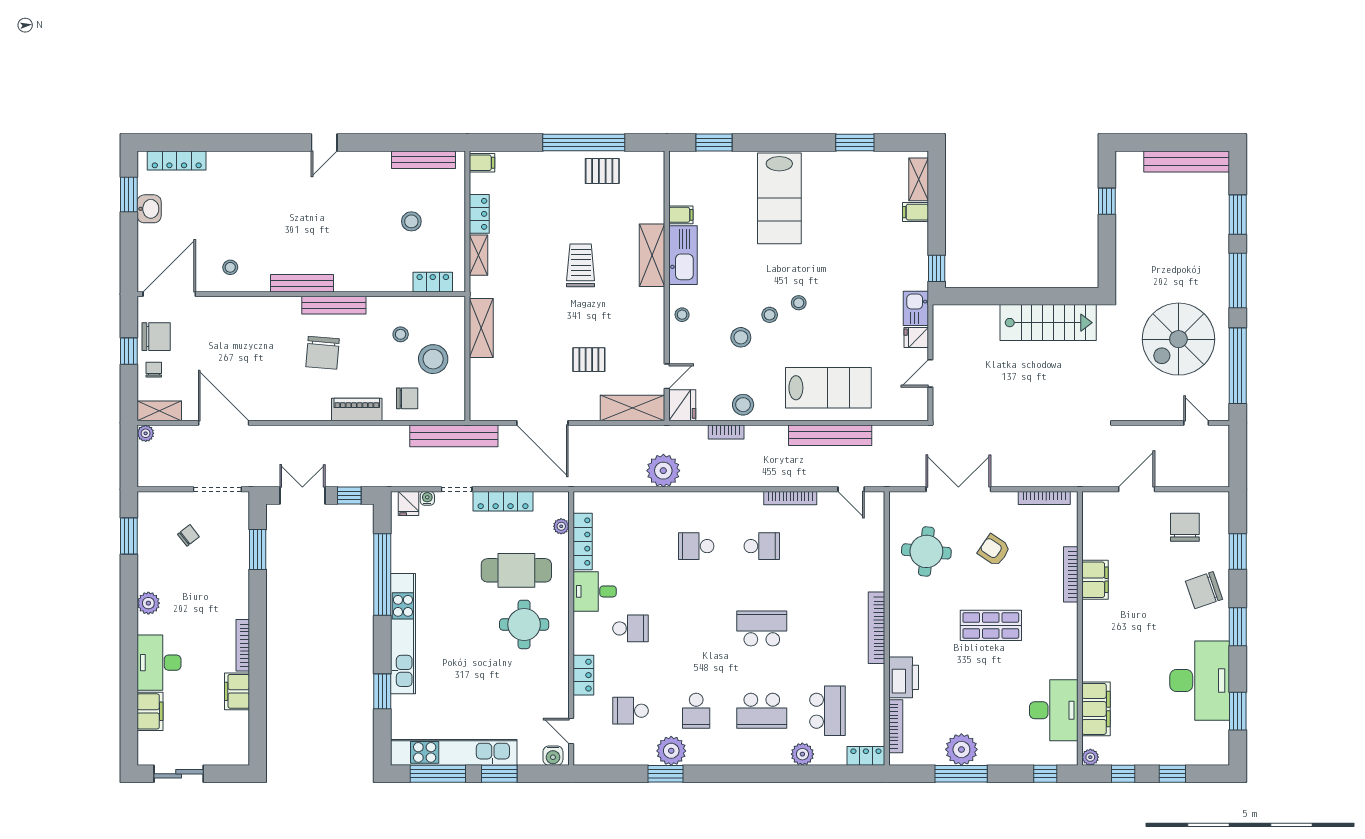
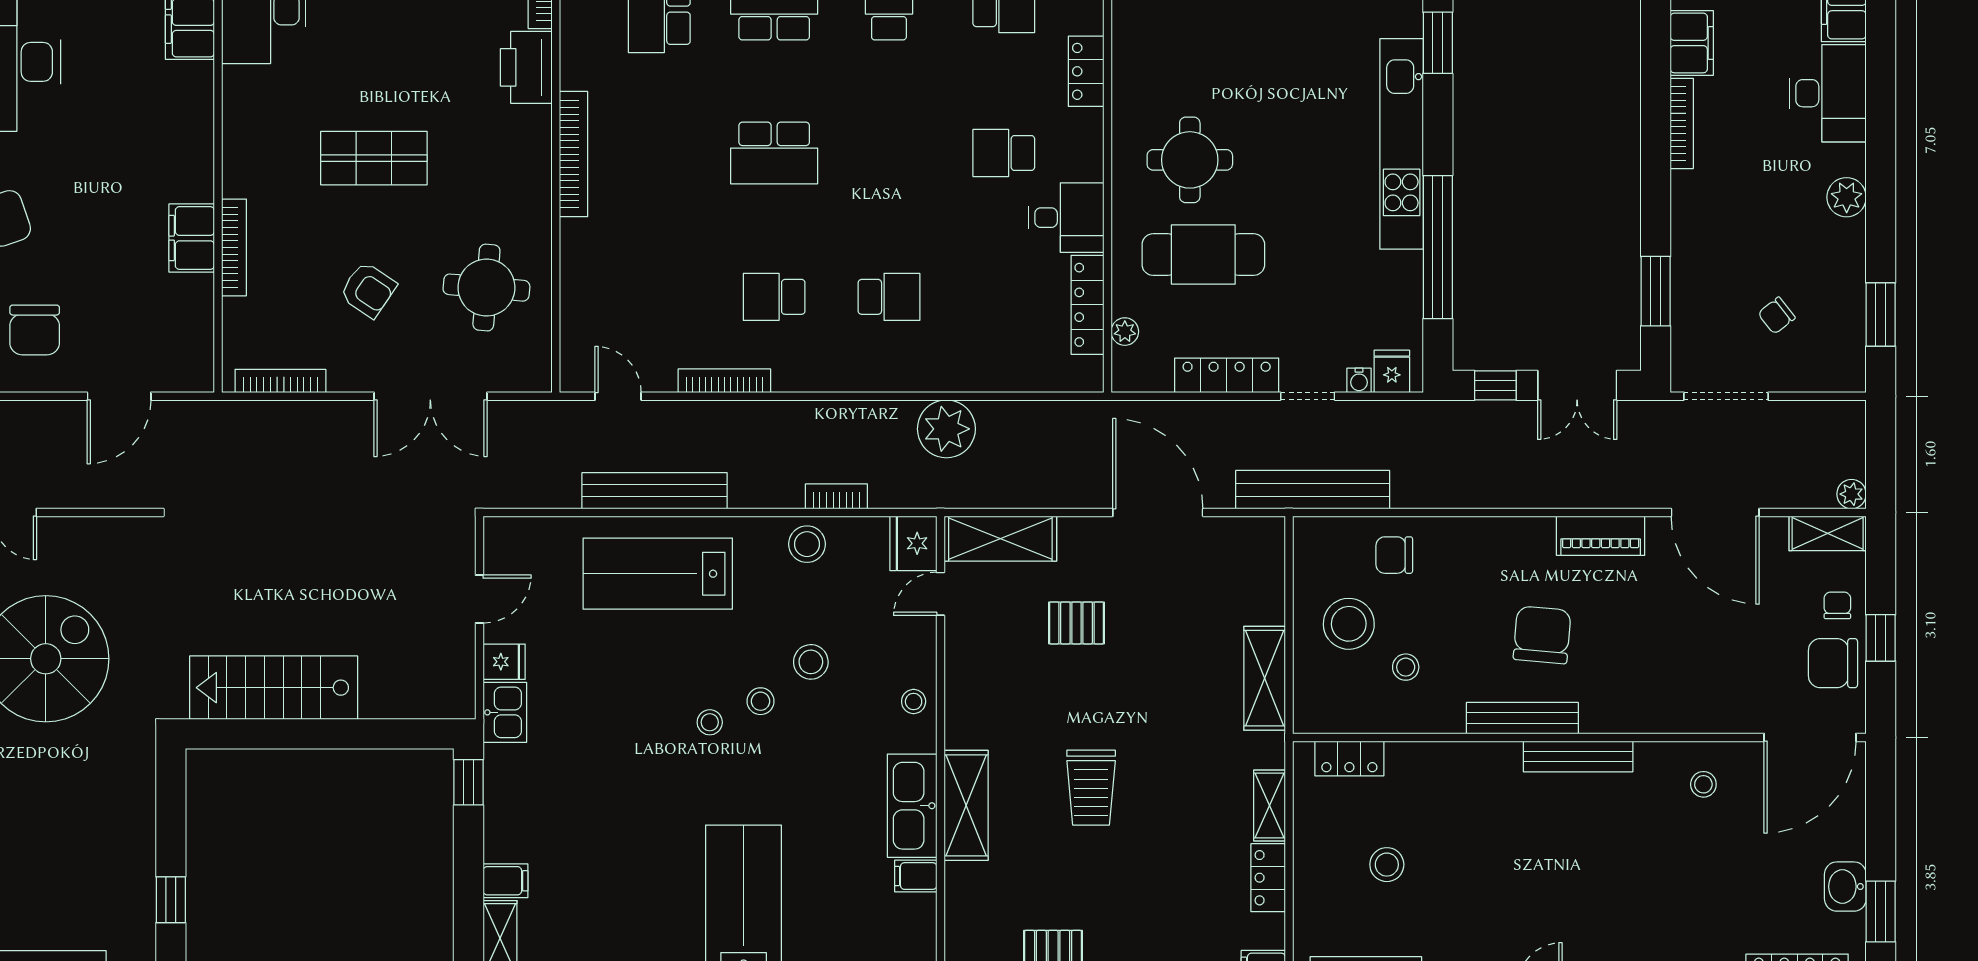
chair: (154, 370) -> (1837, 605), turned 180
piano: (357, 409) -> (1601, 536), moved

